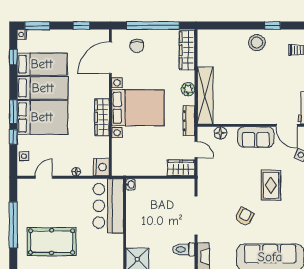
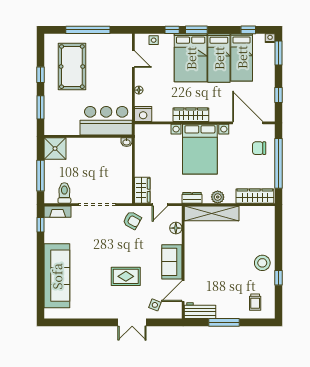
dresser: (189, 121) -> (192, 198), width x0.70
armchair: (244, 216) -> (132, 220), moved

